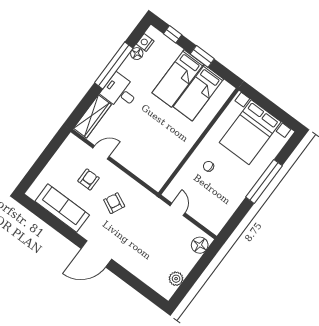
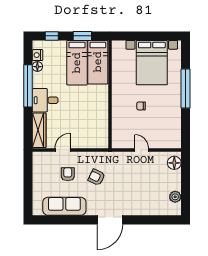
wall: (199, 141) -> (110, 94), moved

